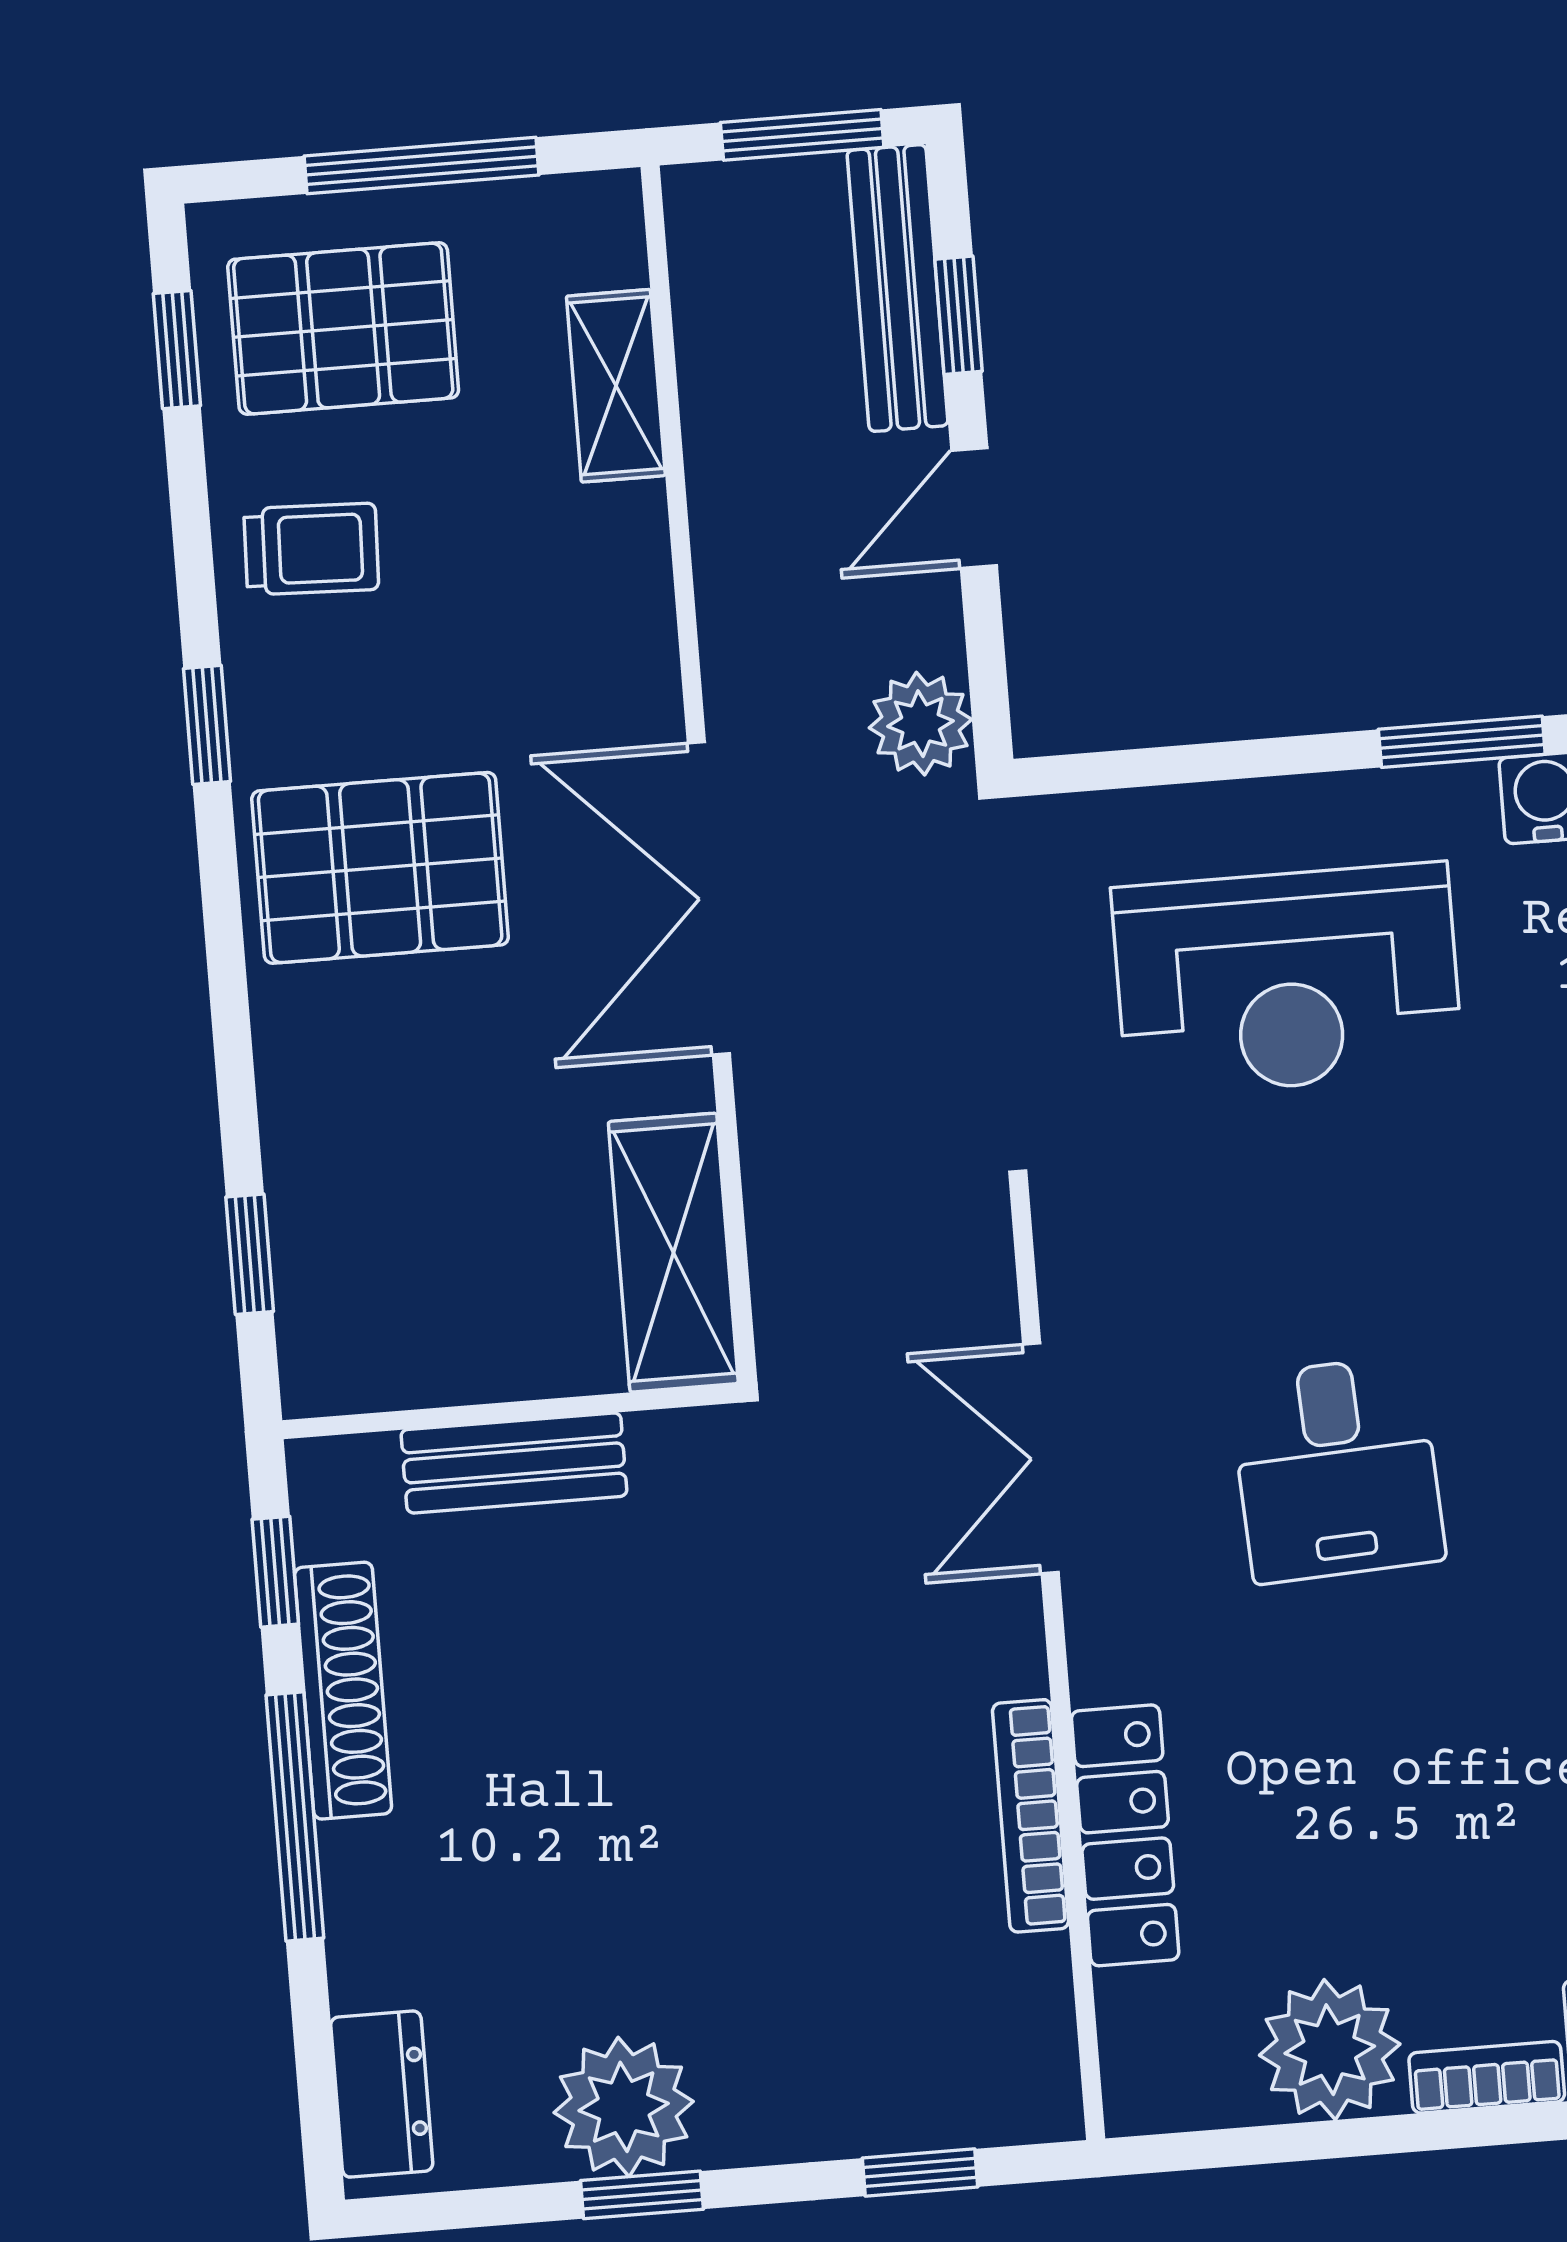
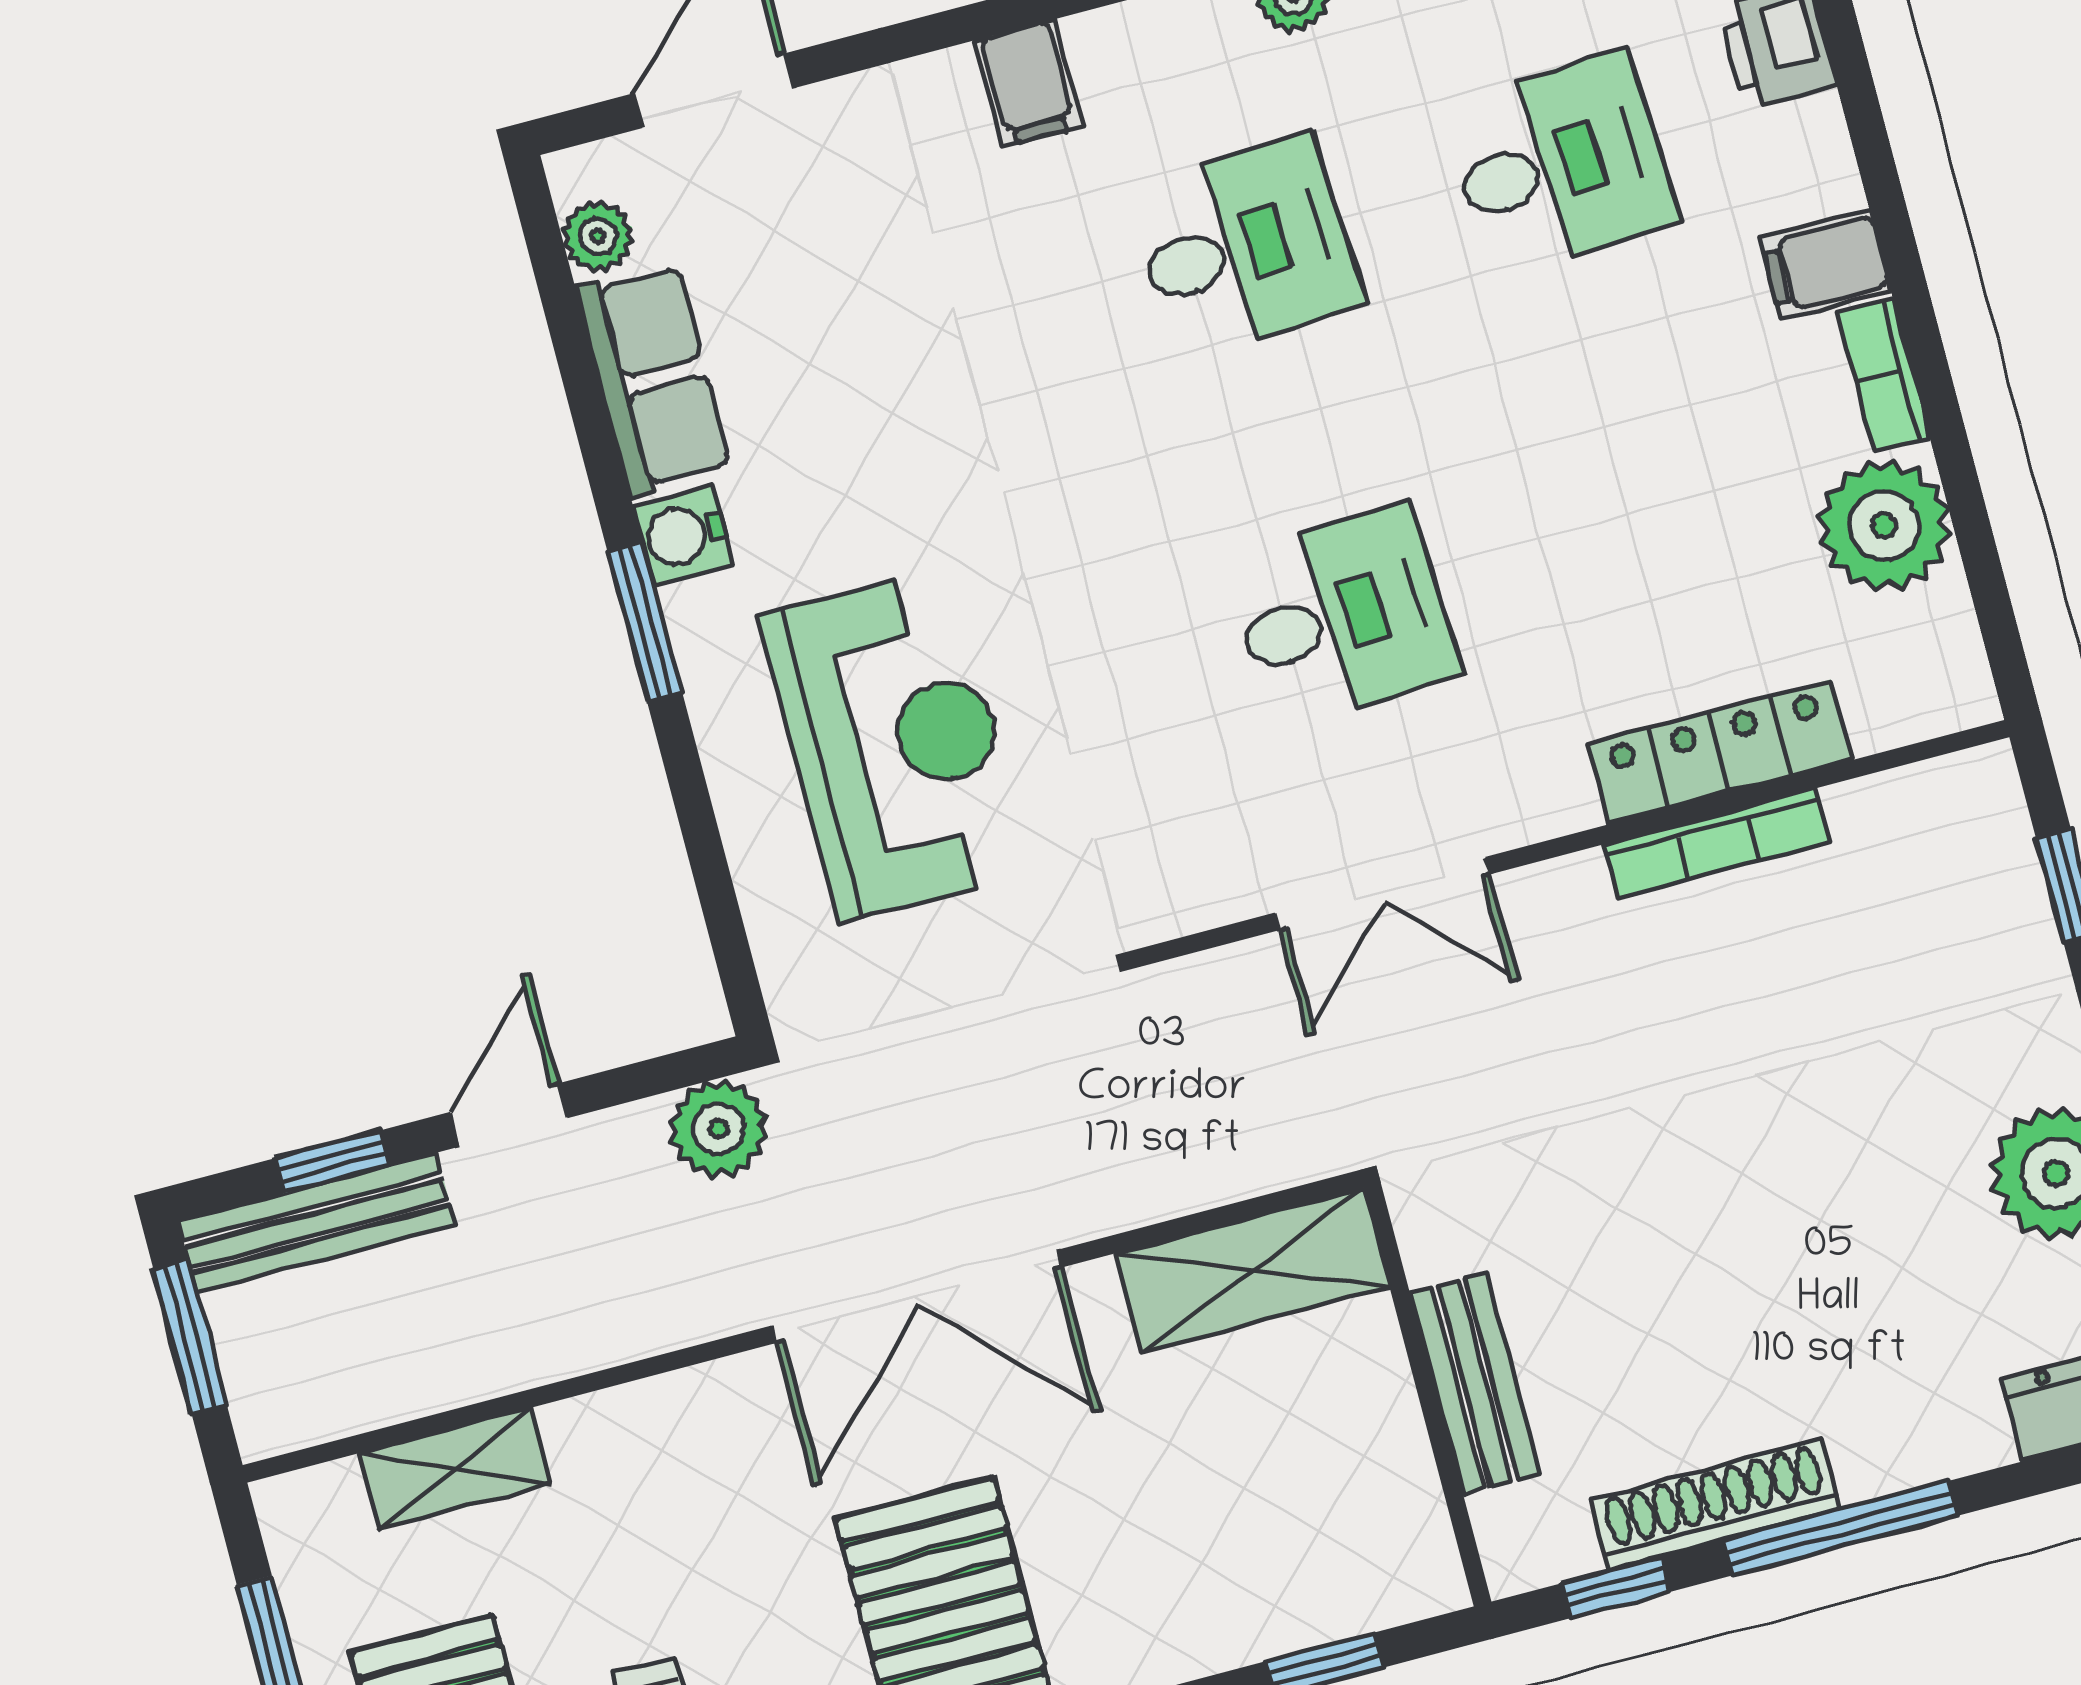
door: (974, 508) -> (509, 1115), swing flipped

